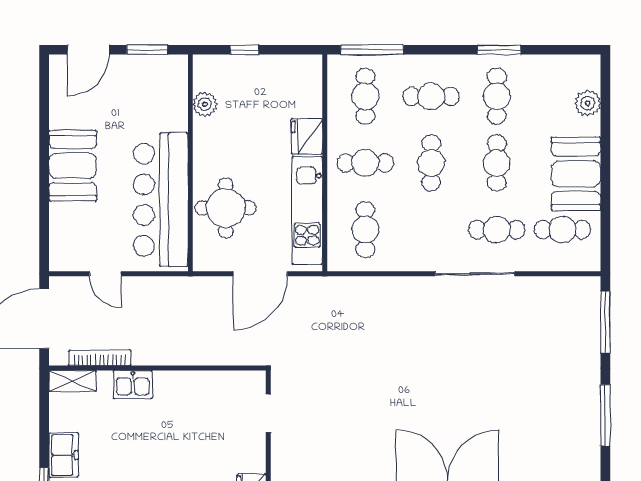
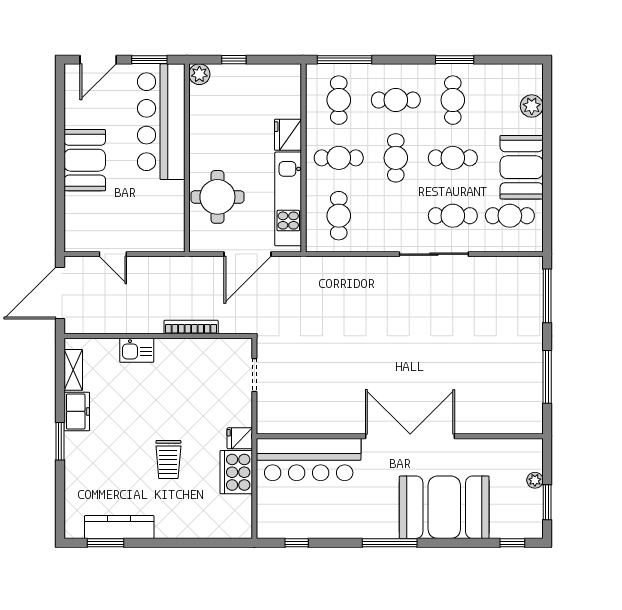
plant: (205, 104) -> (199, 74), moved
cafe table: (497, 163) -> (453, 158), turned 90
bar counter: (161, 200) -> (161, 122), moved
bookcase: (100, 358) -> (191, 327), moved
shelving: (72, 381) -> (73, 370), moved, turned 90

